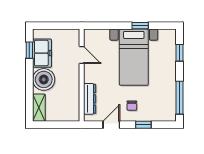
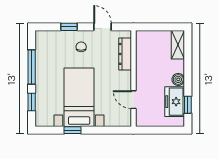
boiler: (44, 79) -> (178, 79), width x0.54, depth x0.54
window: (179, 98) -> (32, 67), moved
door: (111, 125) -> (103, 27), swing flipped

